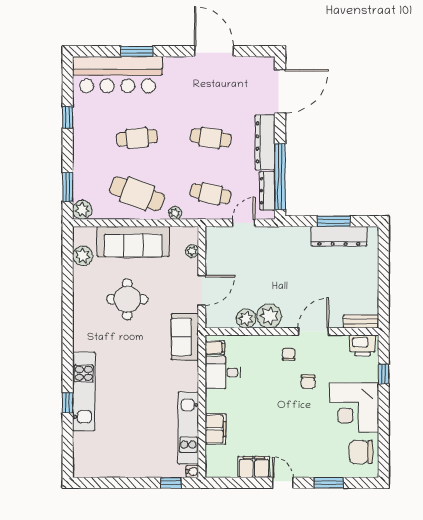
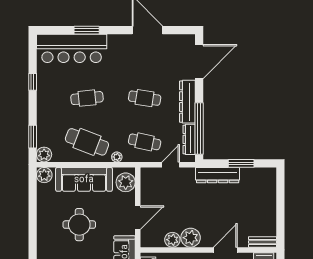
dresser: (339, 236) -> (218, 175), moved
plant: (192, 251) -> (126, 182), width x1.88, depth x1.88
plant: (83, 256) -> (44, 175), moved

